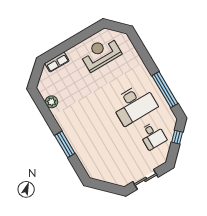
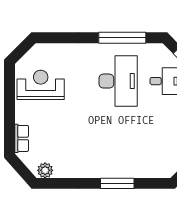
reception desk: (101, 54) -> (41, 85), turned 90
plant: (52, 102) -> (45, 170), moved

